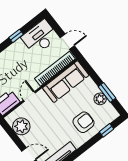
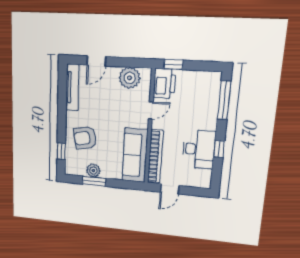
desk: (40, 37) -> (199, 149), moved
door: (29, 97) -> (151, 110), hinge flipped
armchair: (83, 122) -> (85, 138), turned 80

